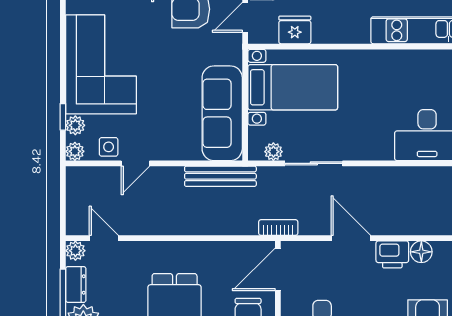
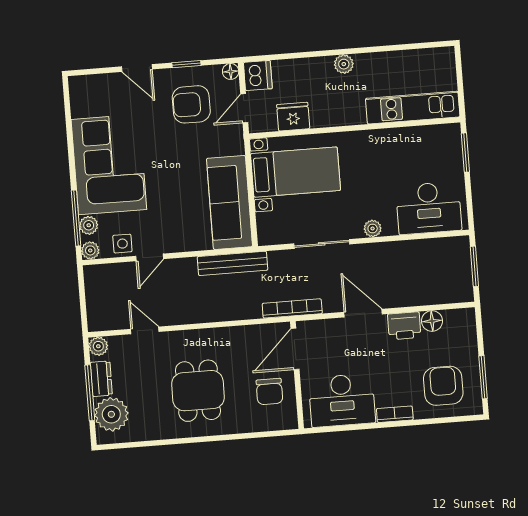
window: (63, 117) -> (76, 218), width x2.17
plant: (273, 152) -> (373, 228), moved
bookcase: (278, 228) -> (292, 308), width x1.56
door: (104, 238) -> (145, 330), moved

